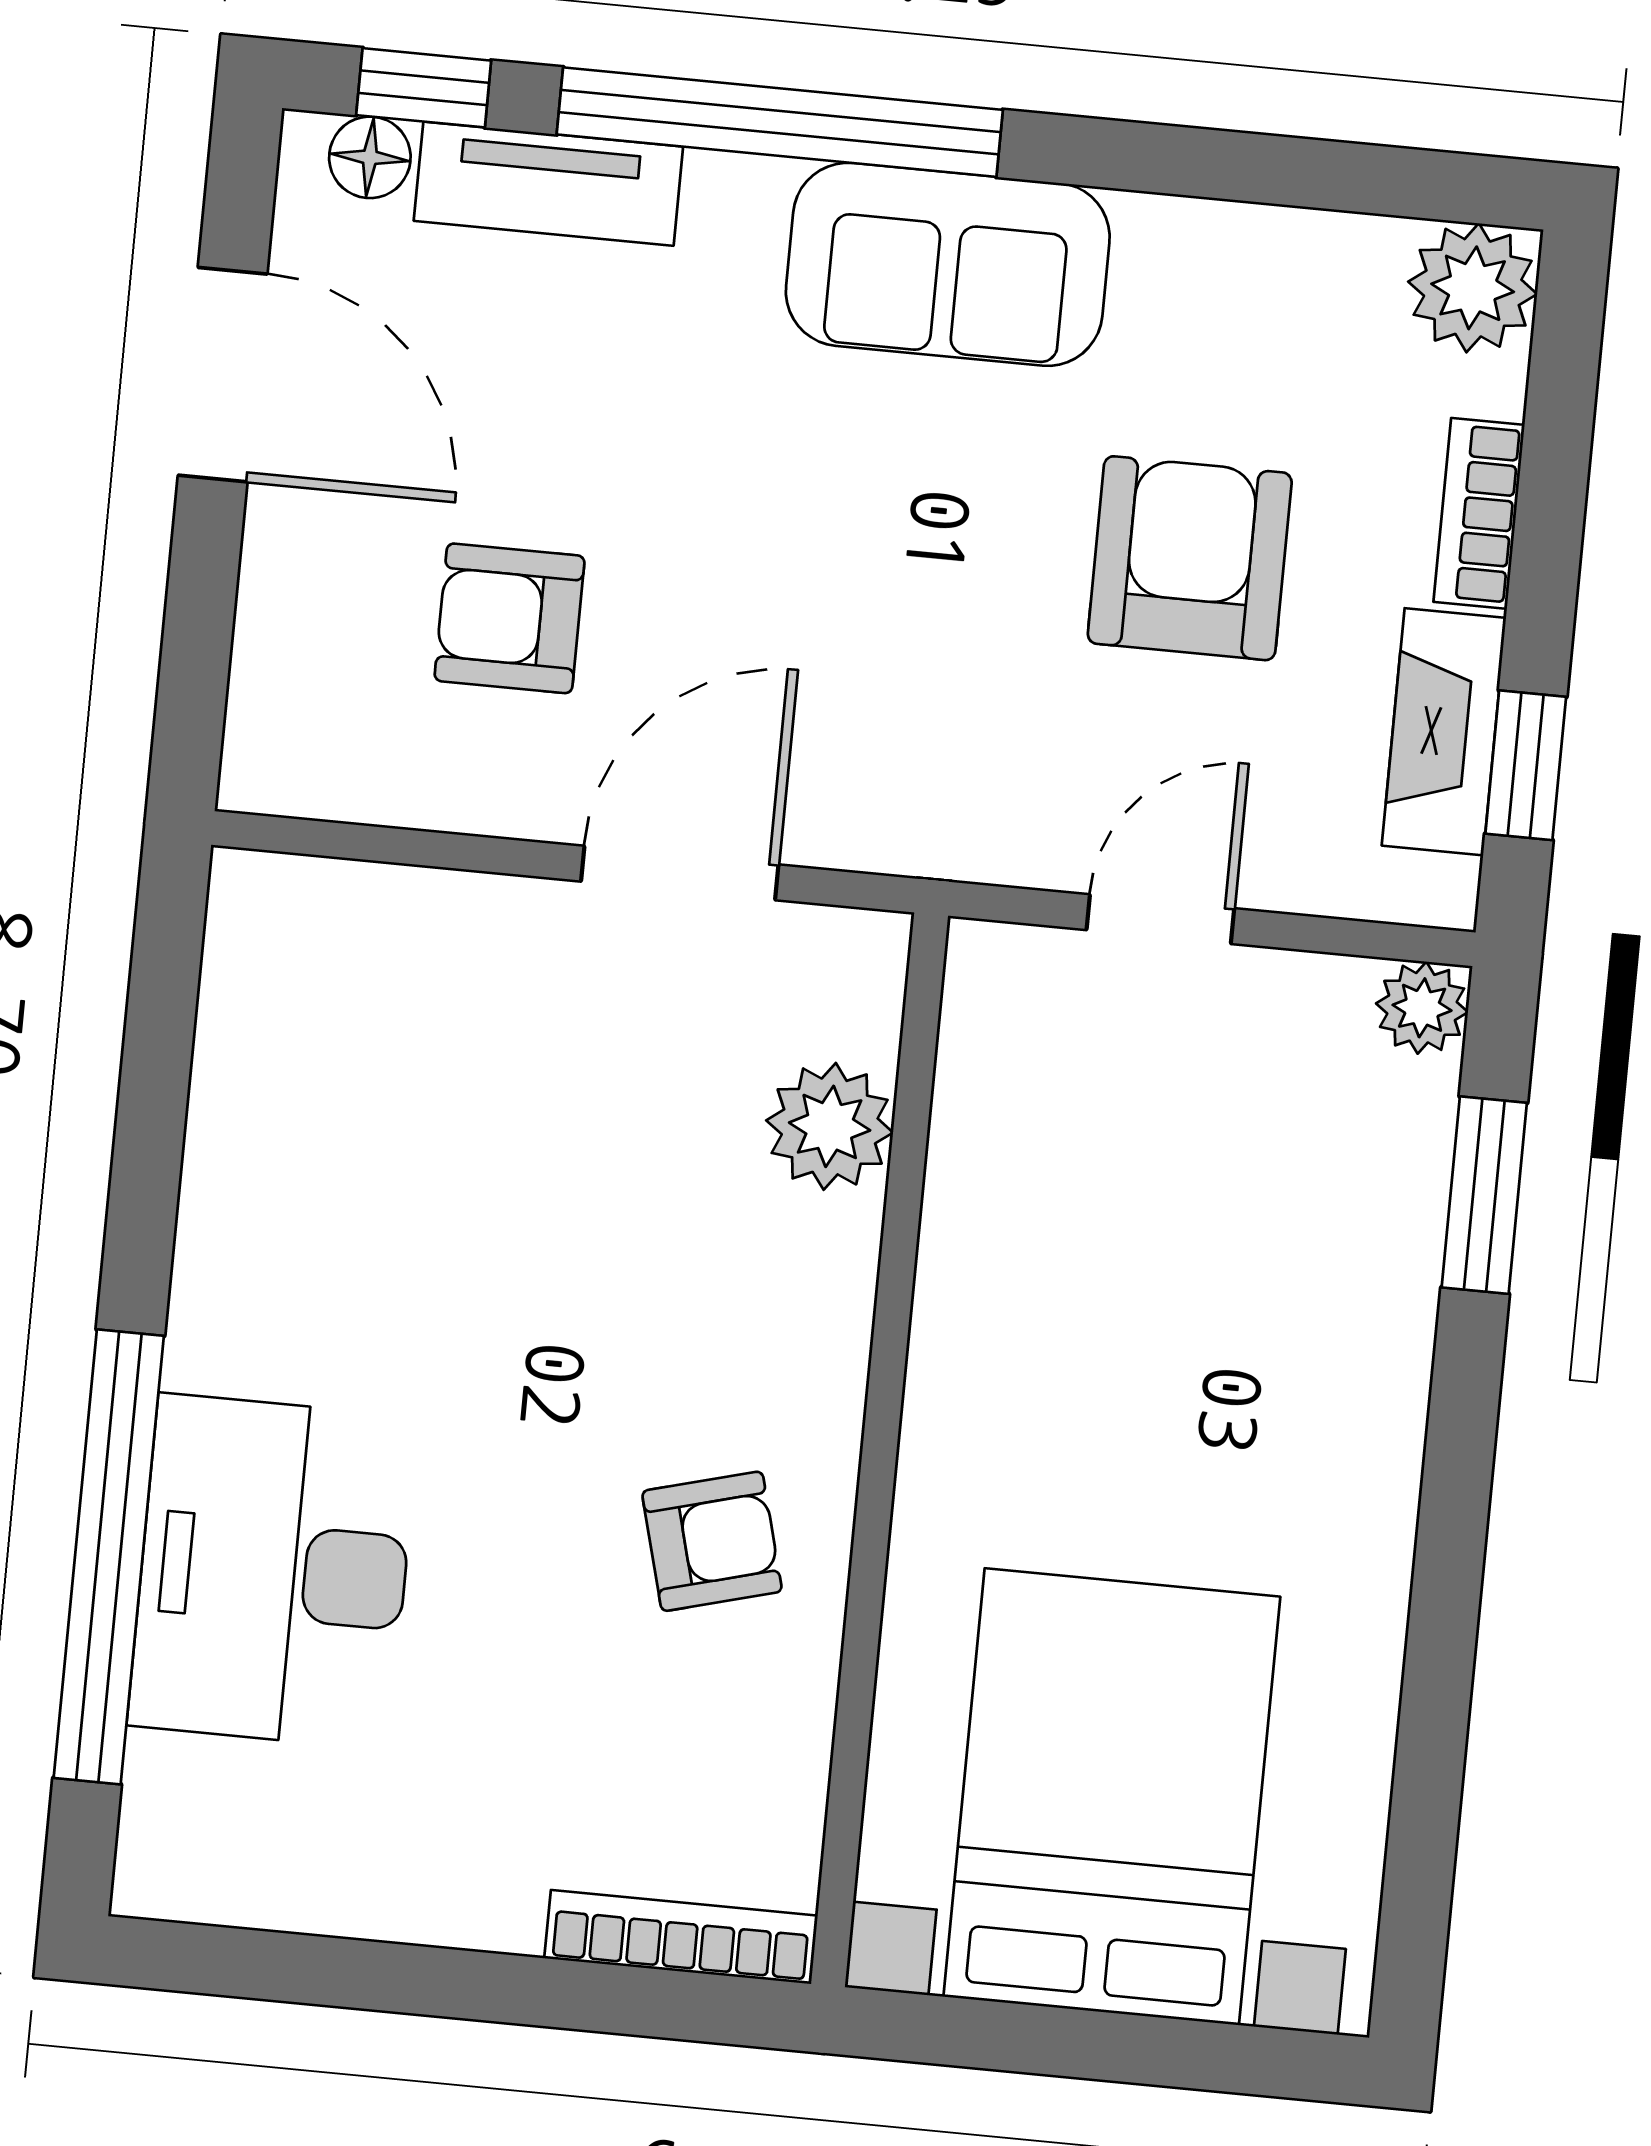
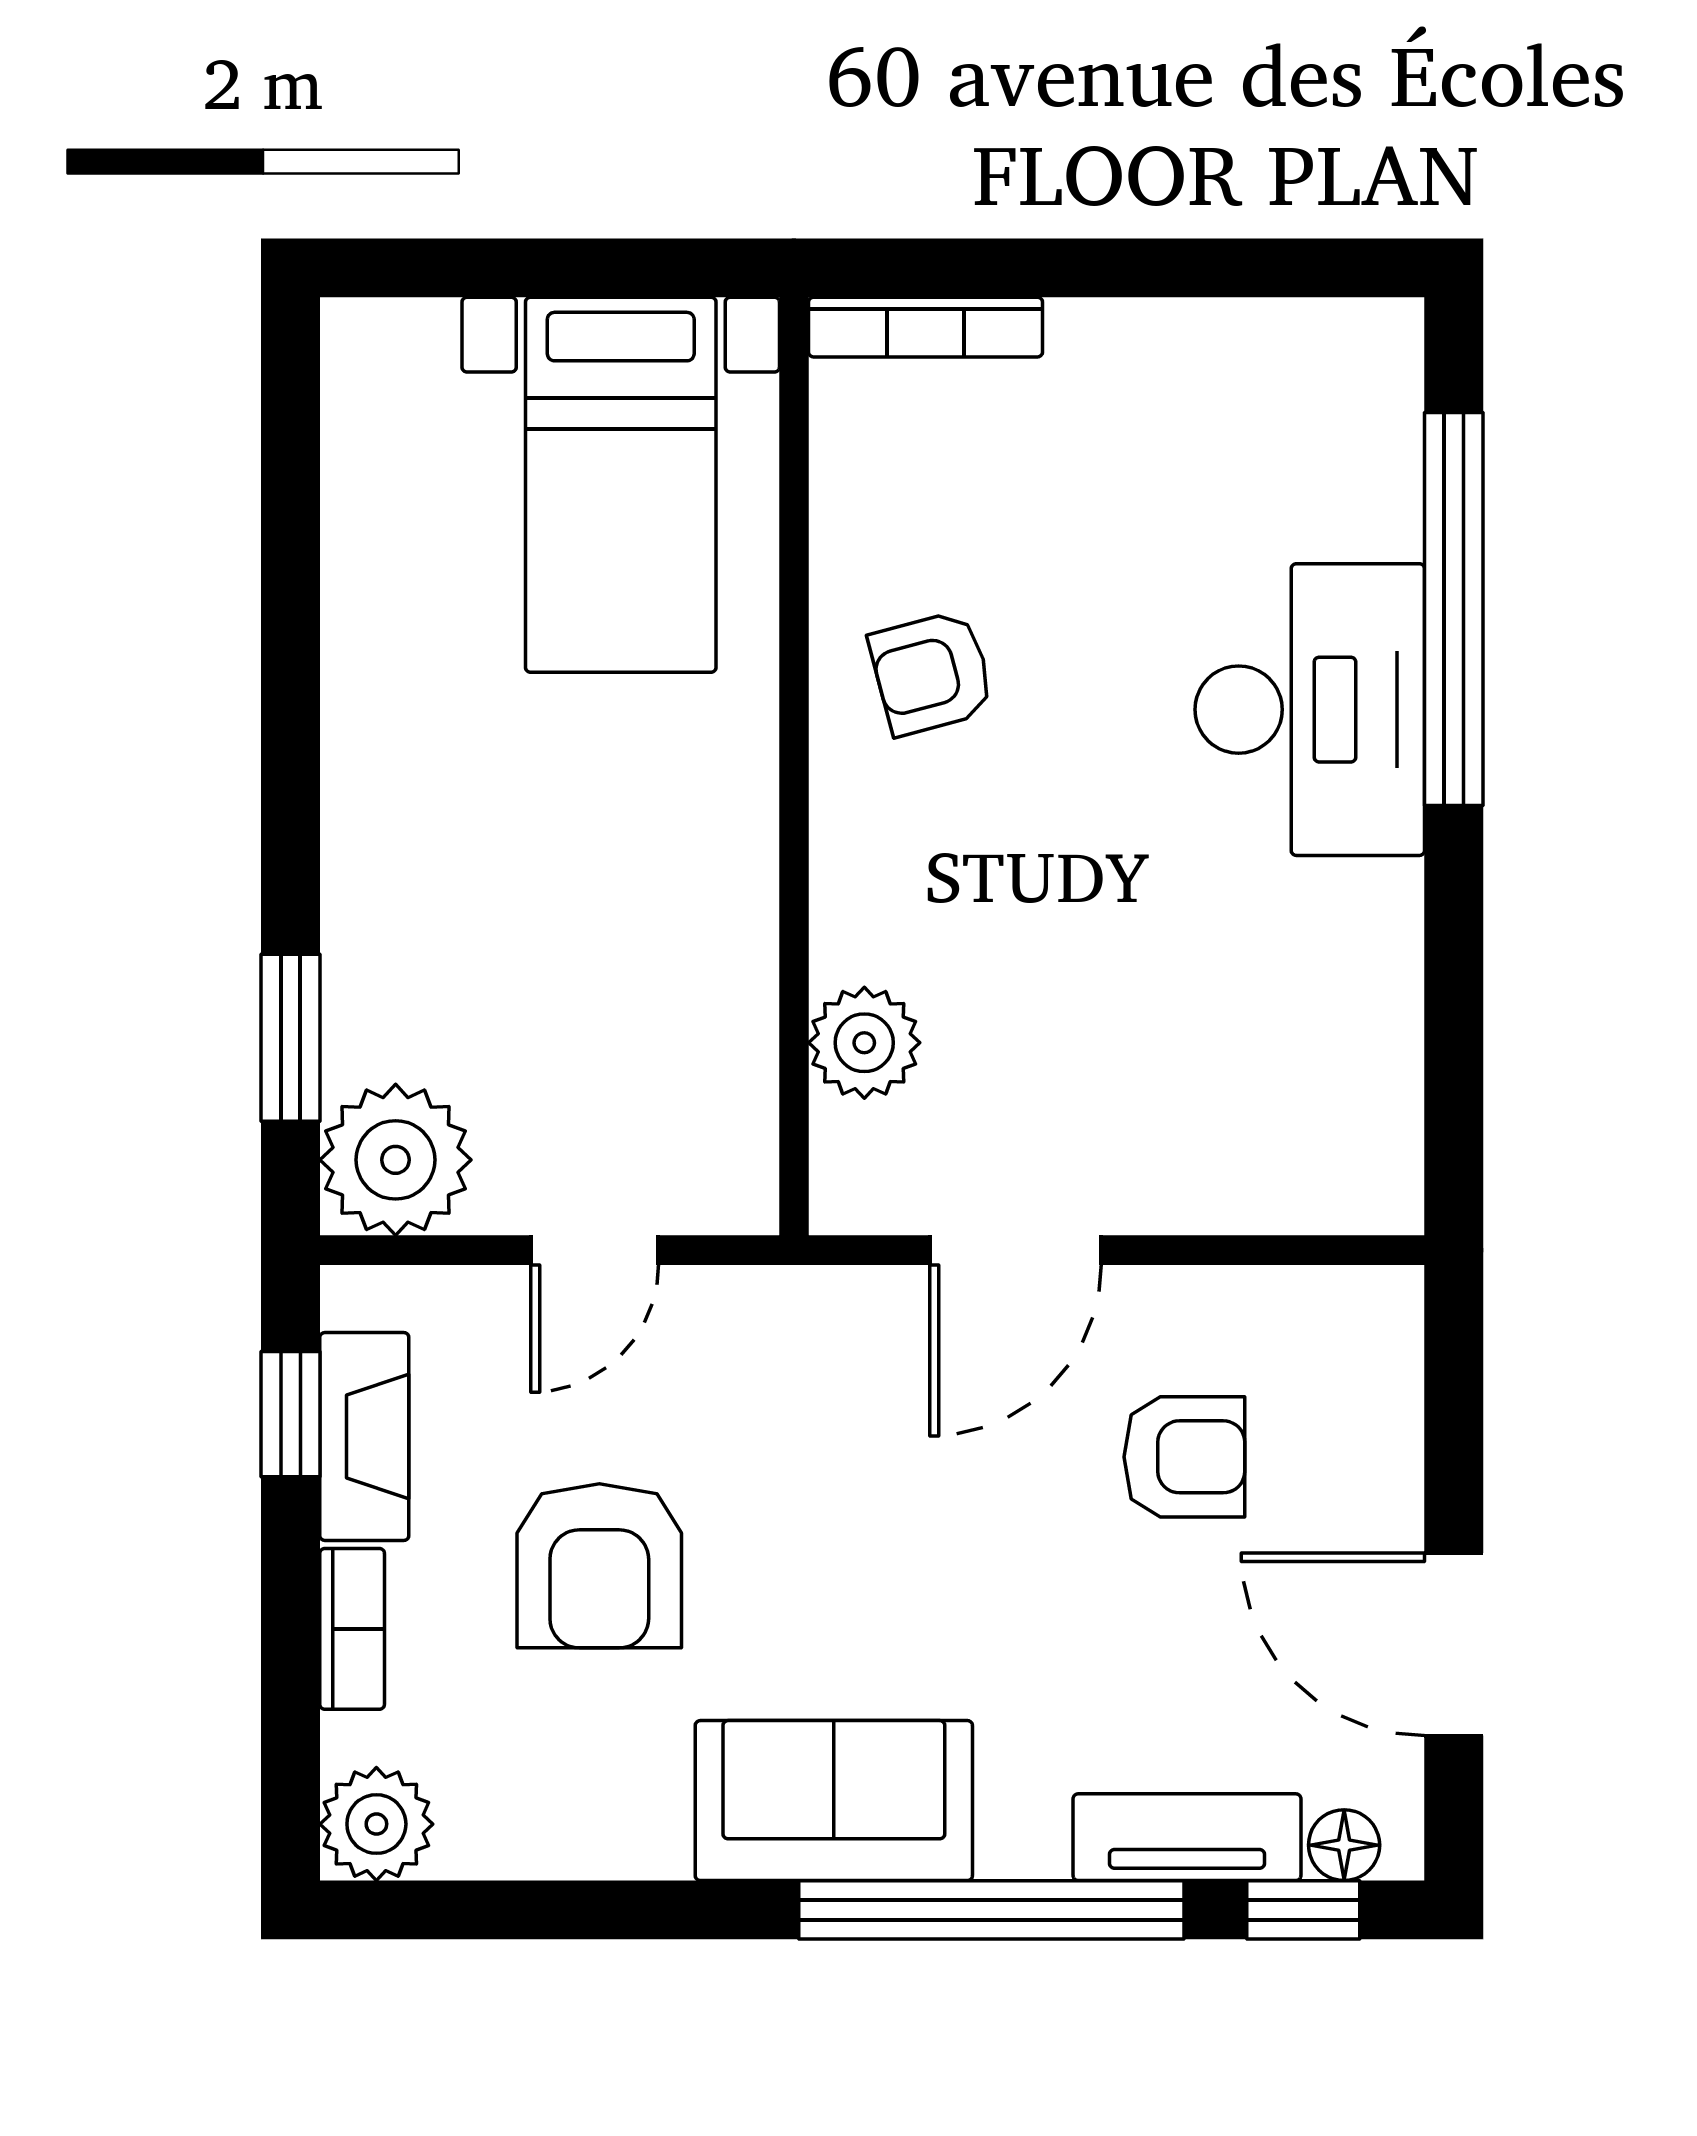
plant: (1422, 1008) -> (396, 1160), width x1.88, depth x1.88
desk: (273, 1571) -> (1310, 710), moved
bed with nightstands: (1112, 1797) -> (621, 485), width x0.73

